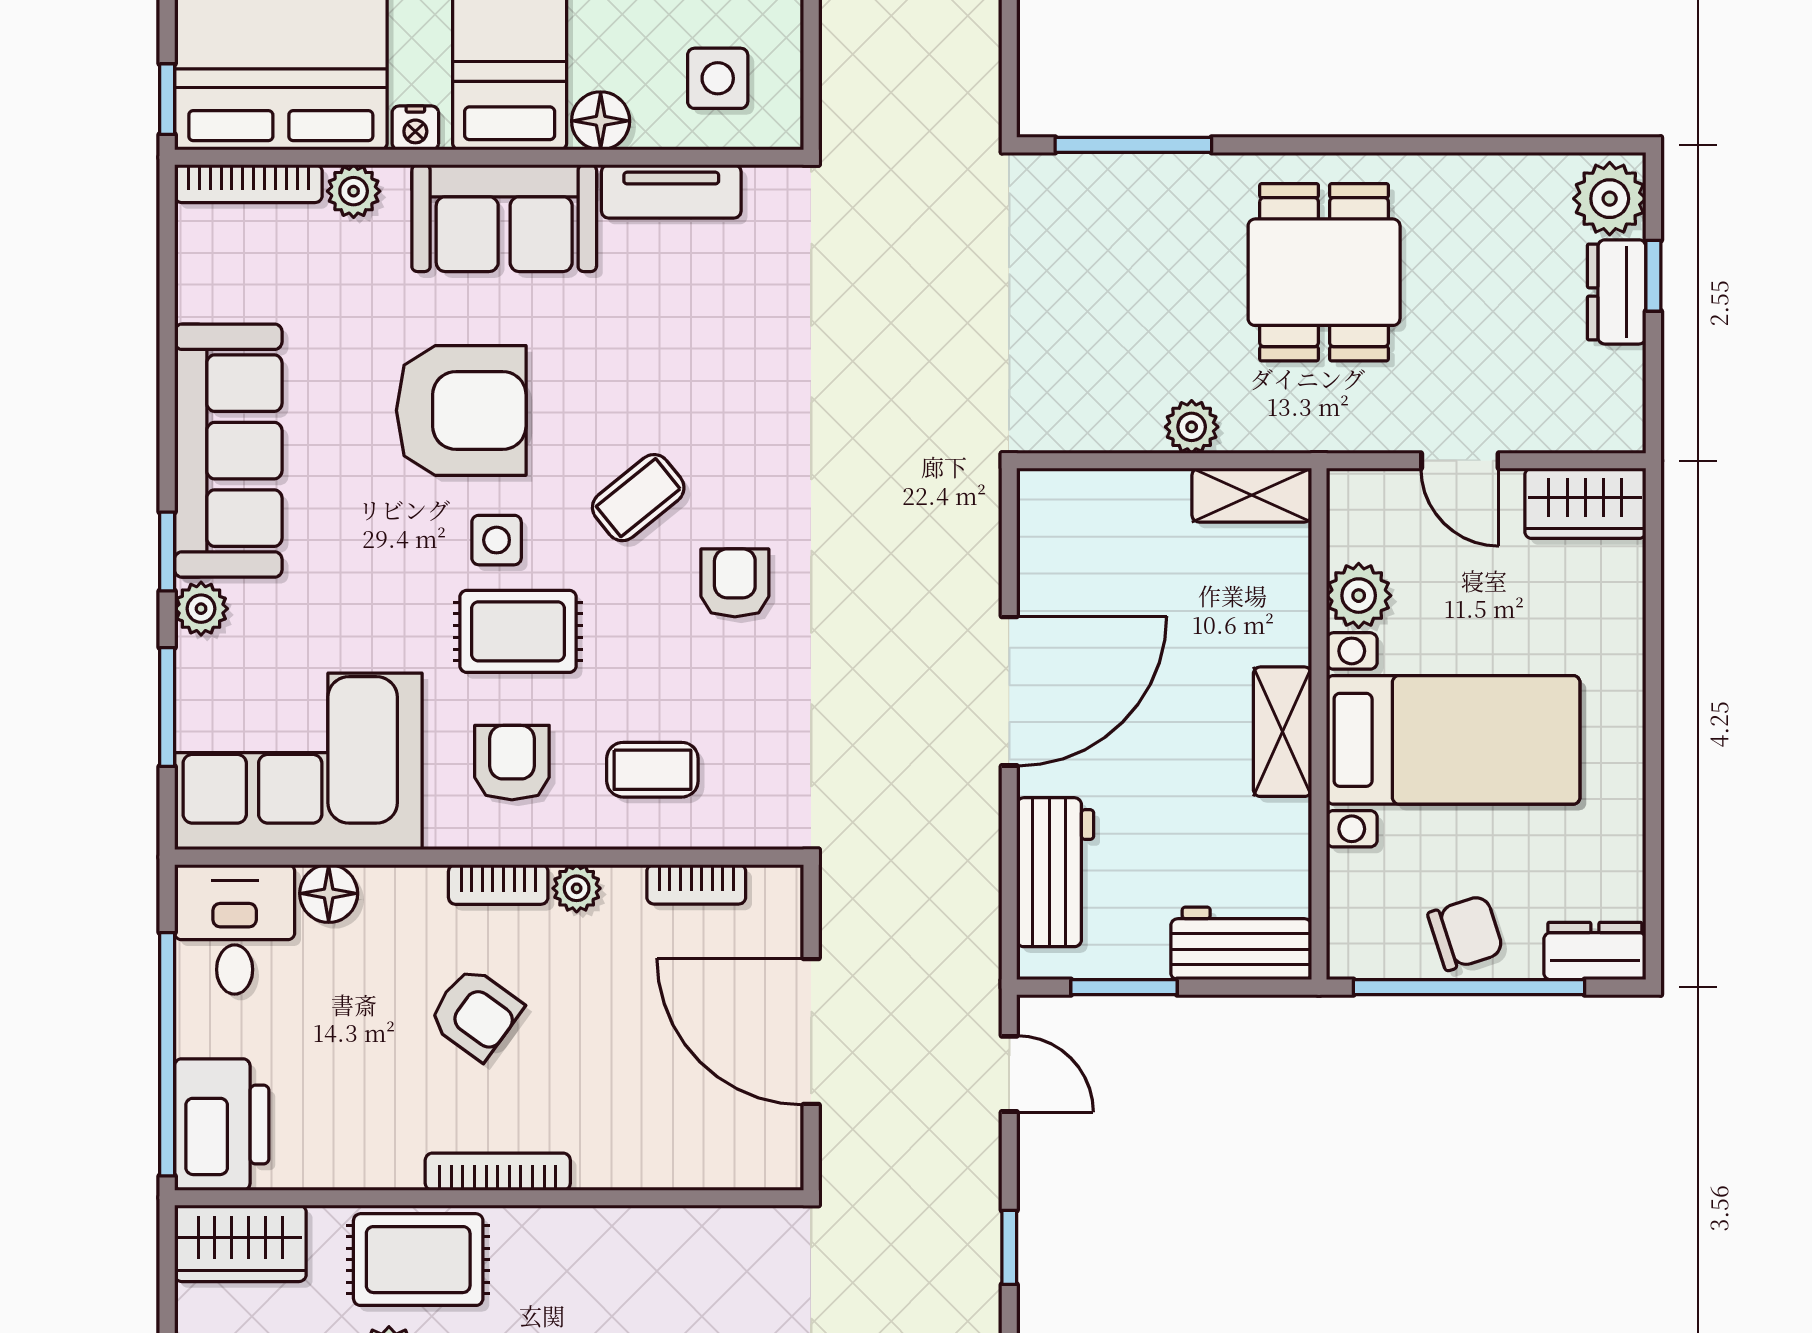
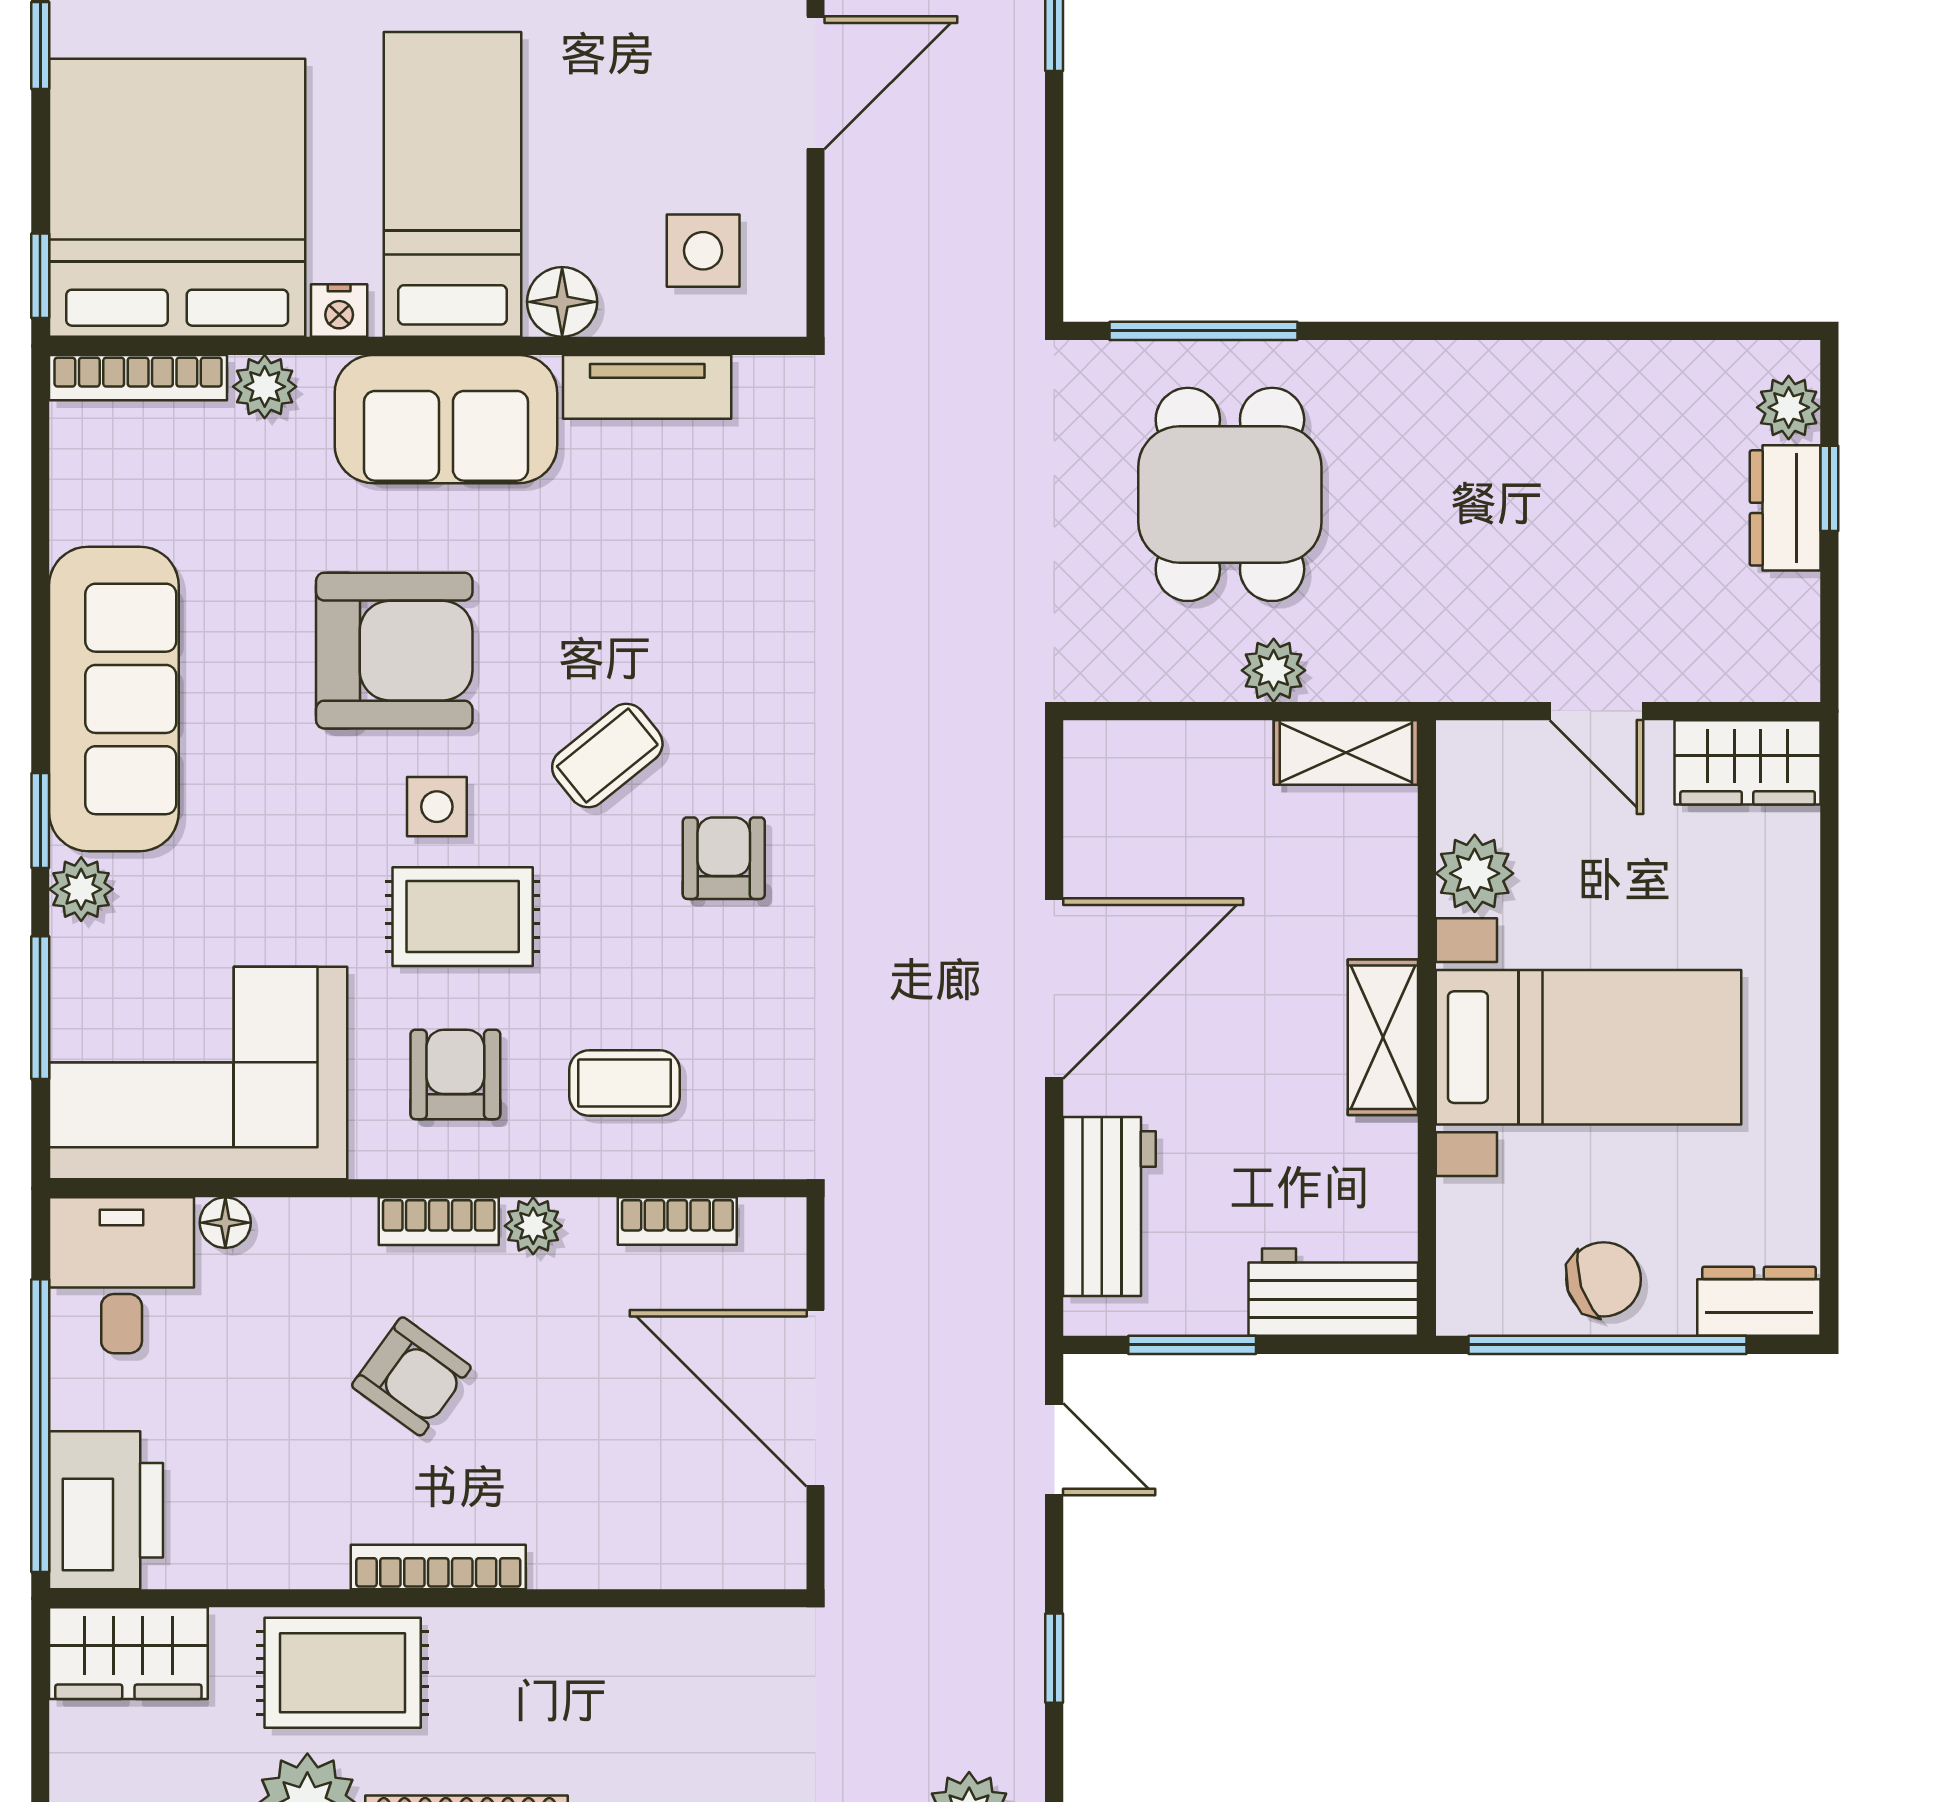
plant: (1610, 199) -> (1789, 407), width x0.73, depth x0.73
dining table: (1324, 272) -> (1230, 494), moved
floor lamp: (329, 893) -> (225, 1223), width x0.73, depth x0.73

